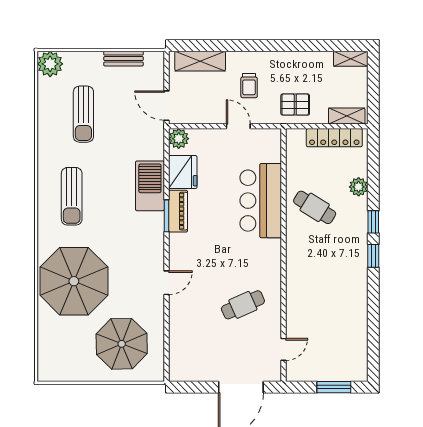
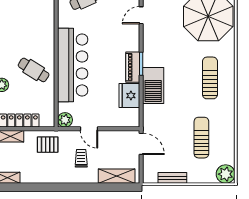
plant: (179, 139) -> (65, 120), moved
bar counter: (261, 201) -> (73, 65), width x1.36

